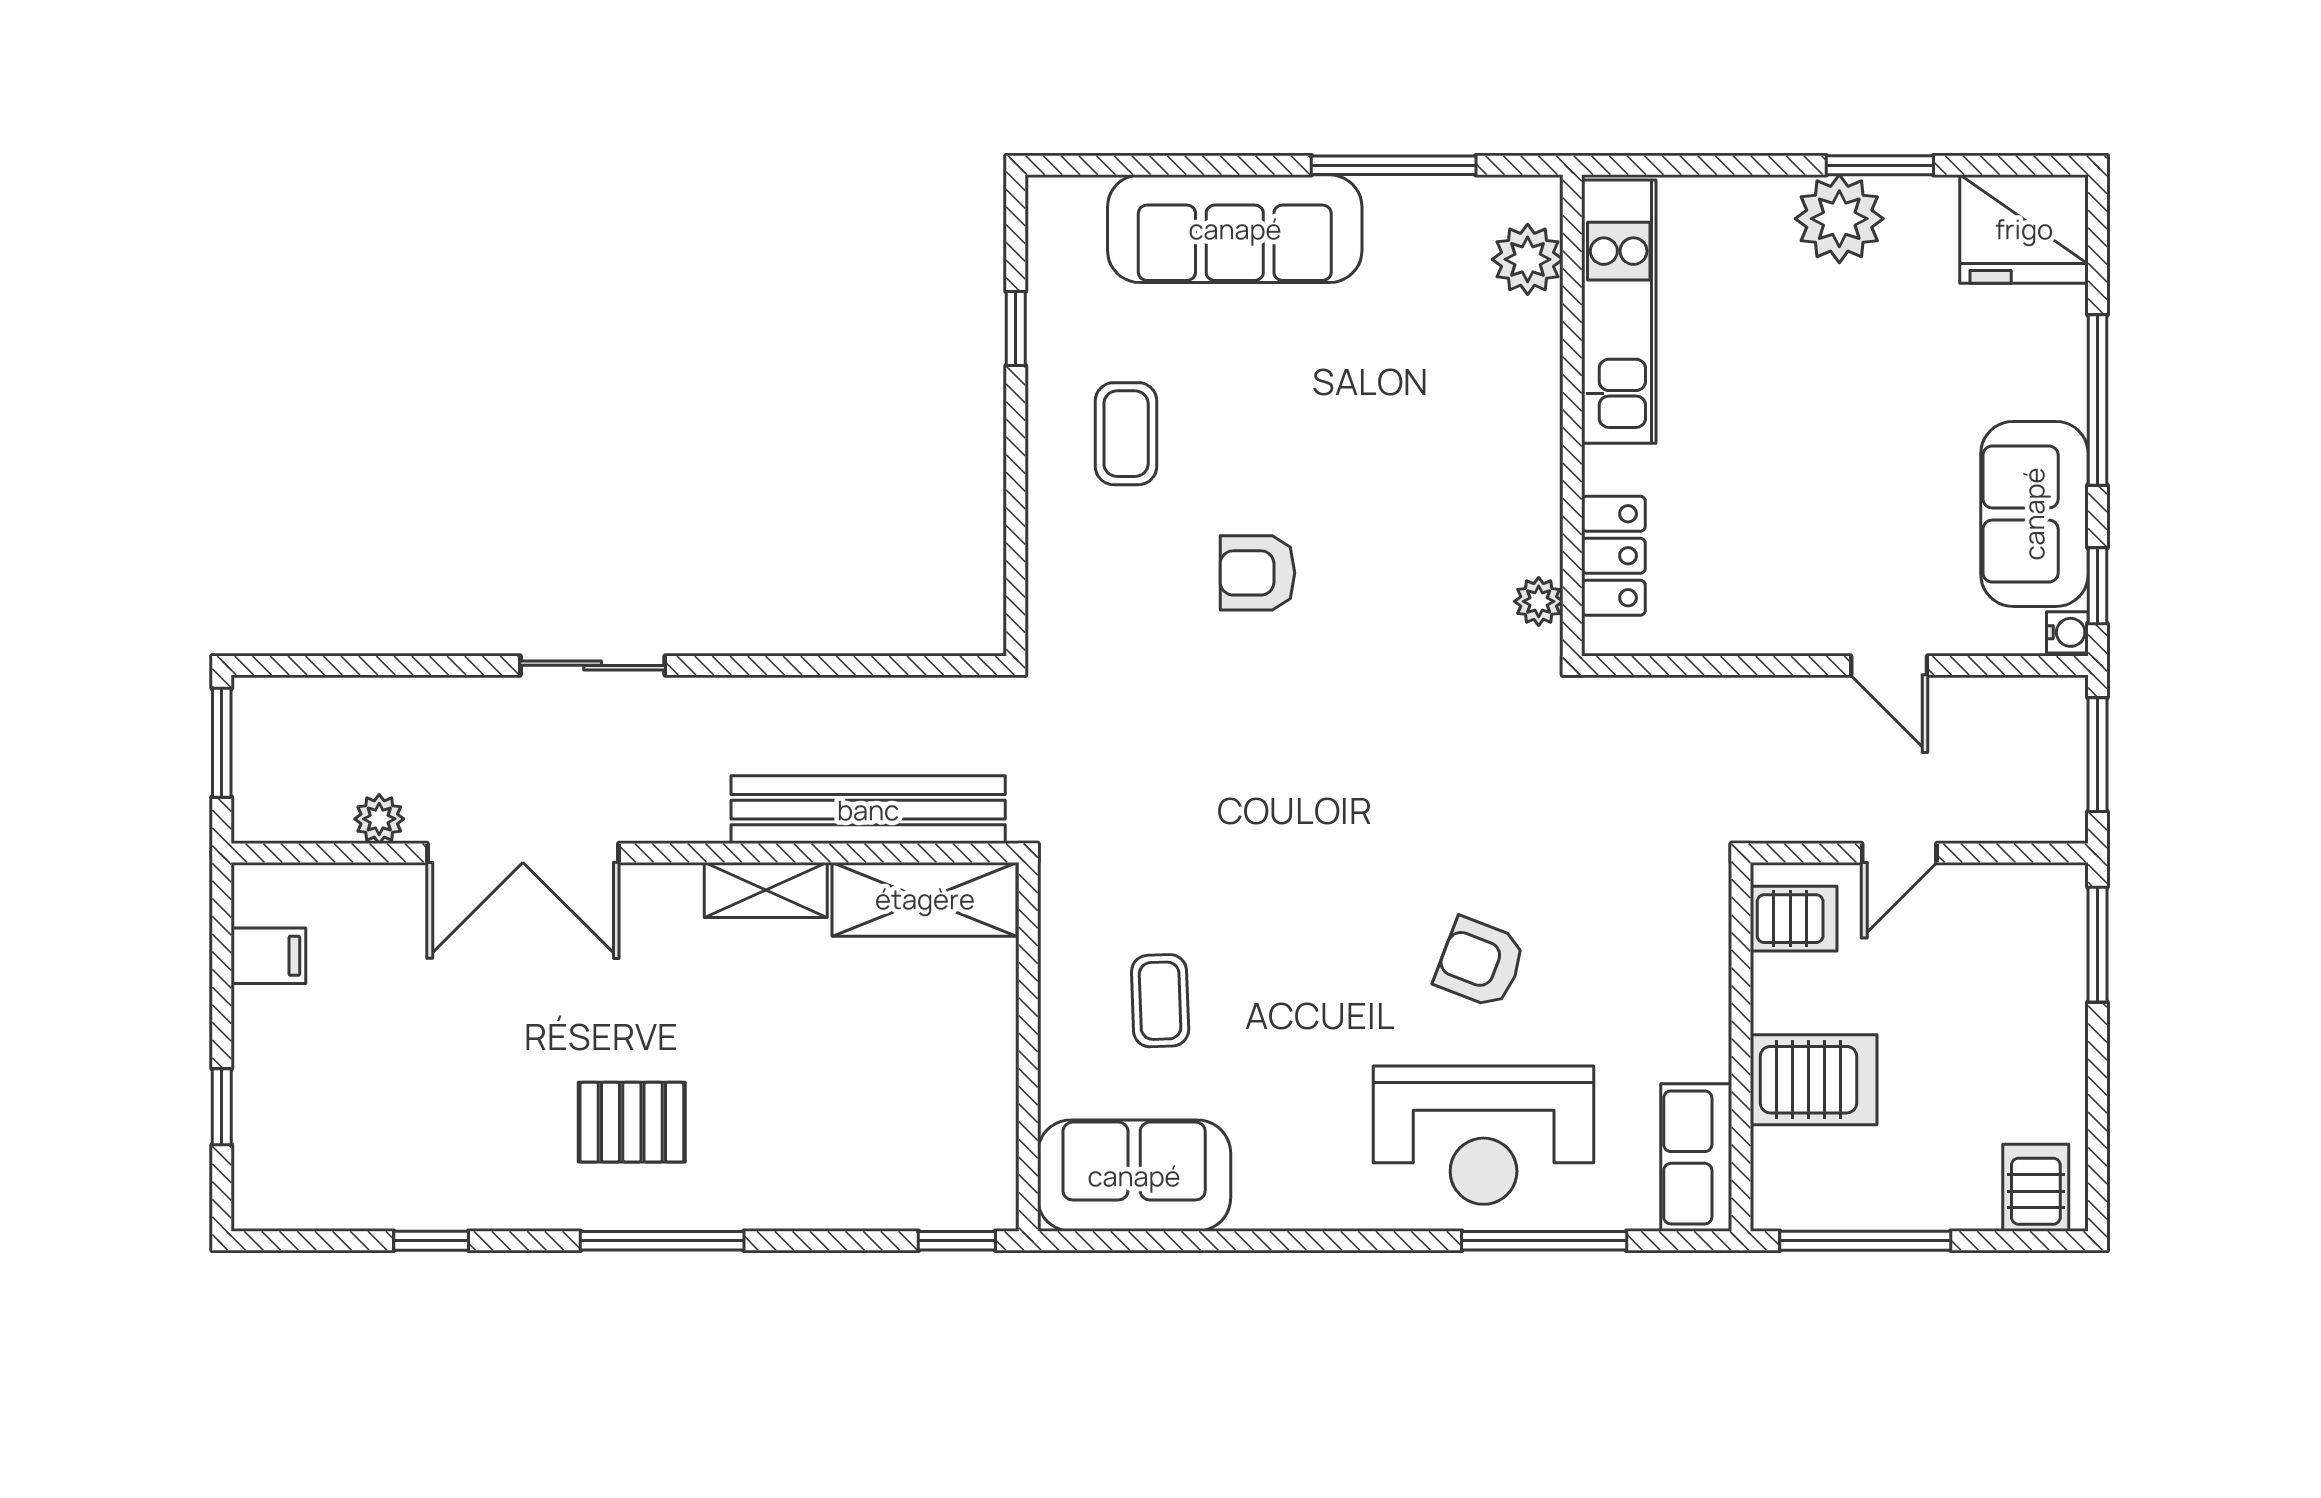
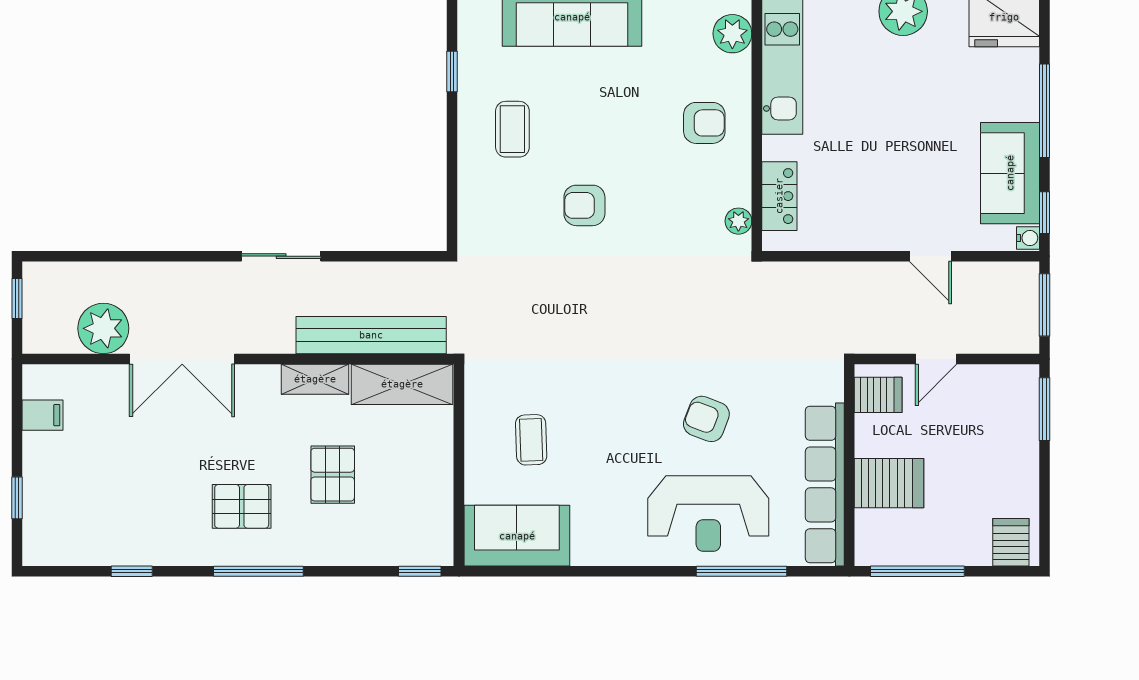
armchair: (1476, 422) -> (704, 123), added
sliding door: (593, 665) -> (281, 256), moved
window: (222, 743) -> (17, 299), width x0.67
plant: (379, 819) -> (103, 328), width x1.87, depth x1.87
pallet: (798, 1064) -> (333, 475), added
row of seats: (1696, 1157) -> (825, 484), width x2.02

